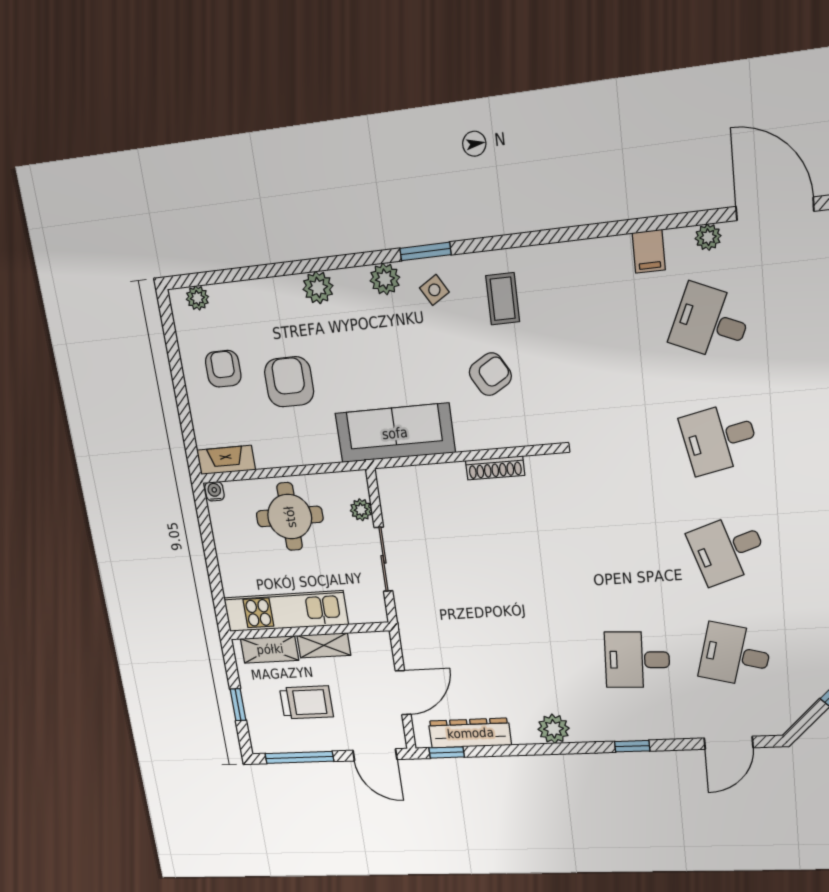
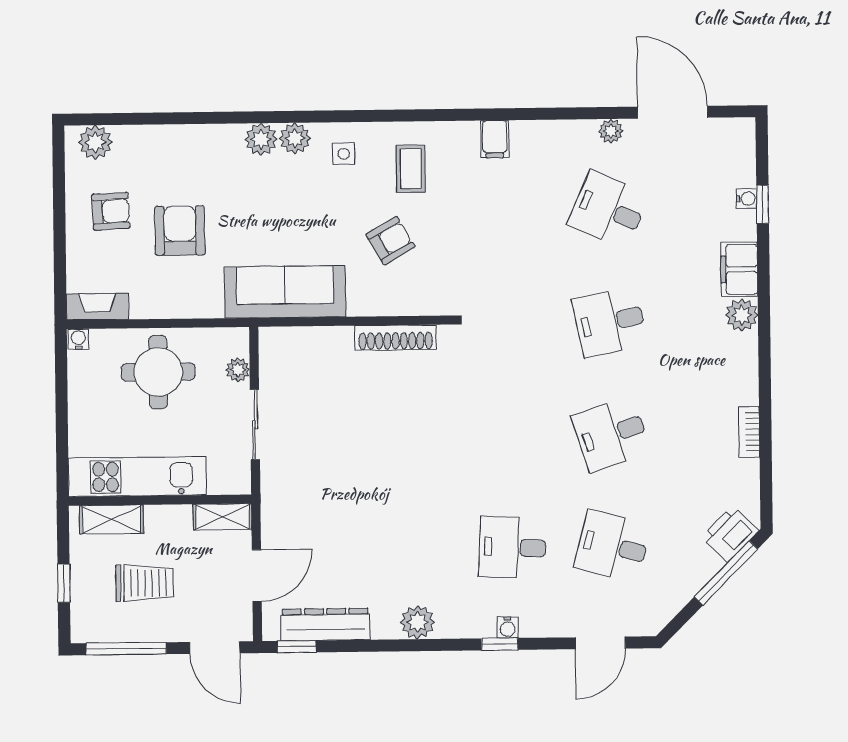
window: (425, 251) -> (339, 116), removed
filing cabinet: (649, 251) -> (495, 139), moved
plant: (318, 288) -> (261, 139), moved
side table: (434, 290) -> (344, 154), turned 31
plant: (197, 298) -> (95, 142), width x1.38, depth x1.38
armchair: (223, 369) -> (111, 211), turned 87
shoe rack: (495, 468) -> (396, 338), width x1.36, depth x1.24
shelving: (324, 645) -> (223, 517), moved
water cooler: (638, 731) -> (508, 627), added

